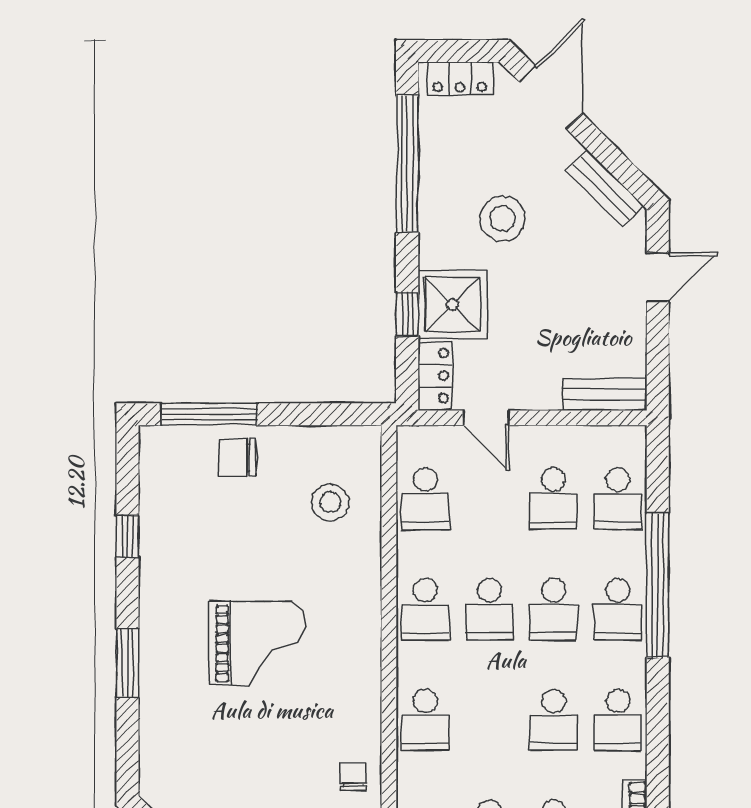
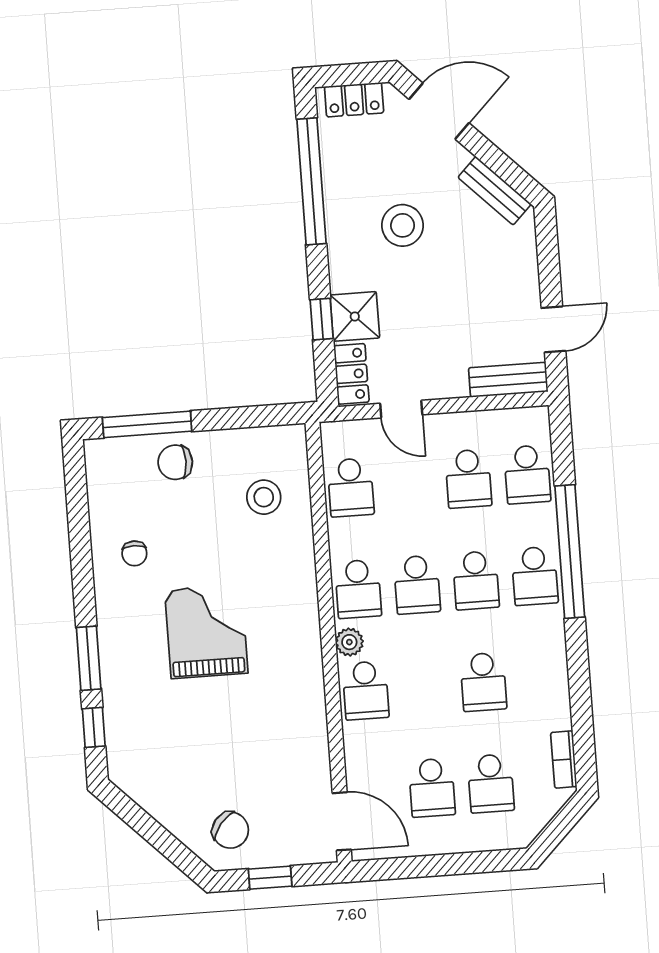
door: (551, 98) -> (439, 111), hinge flipped
door: (658, 277) -> (553, 329), moved
shower: (453, 304) -> (355, 316), width x0.73, depth x0.73
window: (128, 536) -> (94, 727), moved
grand piano: (257, 643) -> (206, 631), turned -90
plant: (411, 666) -> (349, 642), added
school desk: (618, 720) -> (542, 678), removed
chair: (354, 777) -> (134, 553), moved, turned 180

